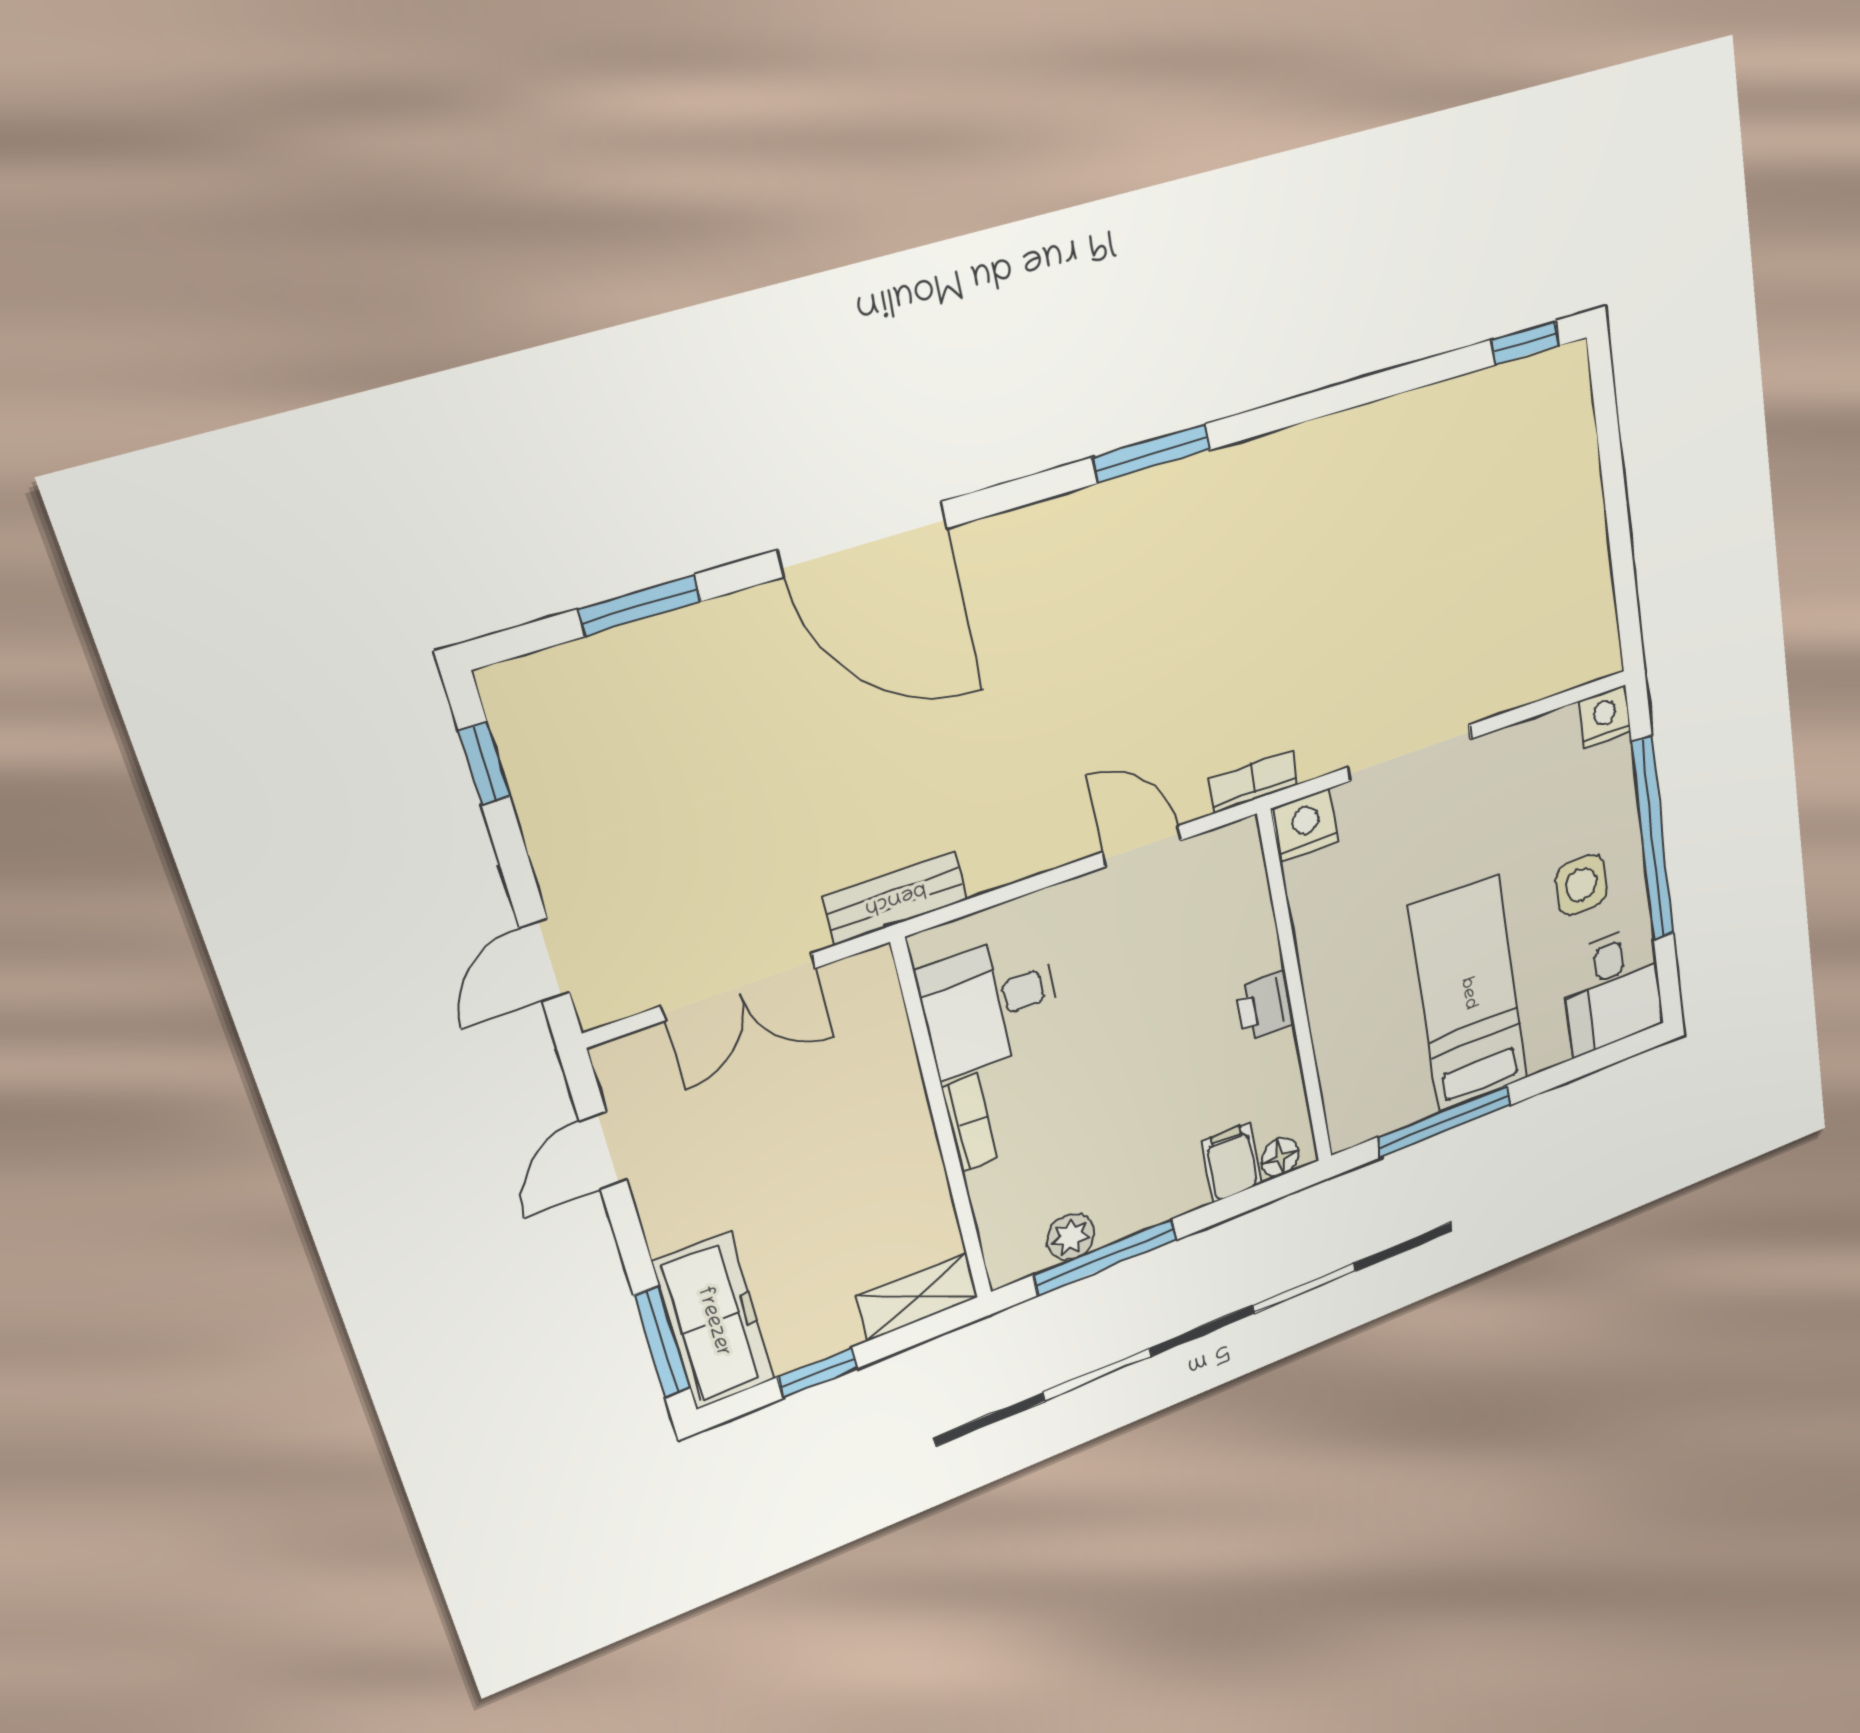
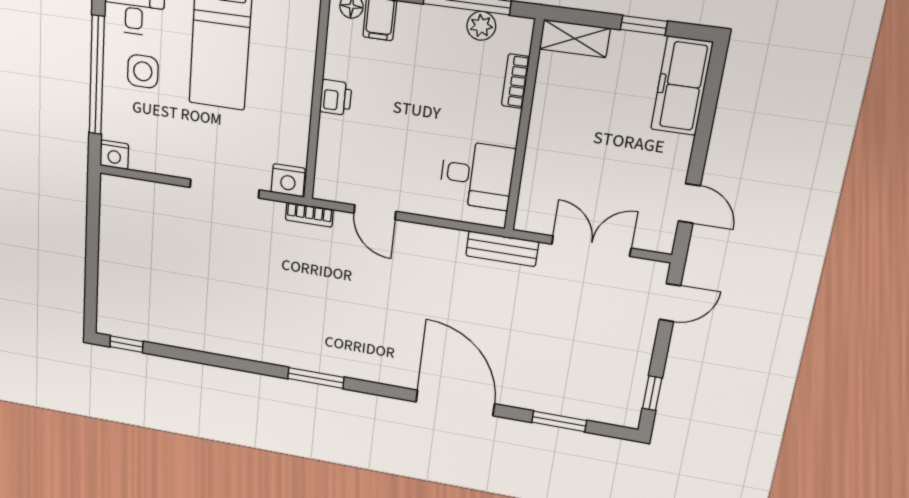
bookcase: (970, 1123) -> (515, 81), moved
door: (603, 1150) -> (689, 203), hinge flipped
window: (662, 1342) -> (711, 90), removed

